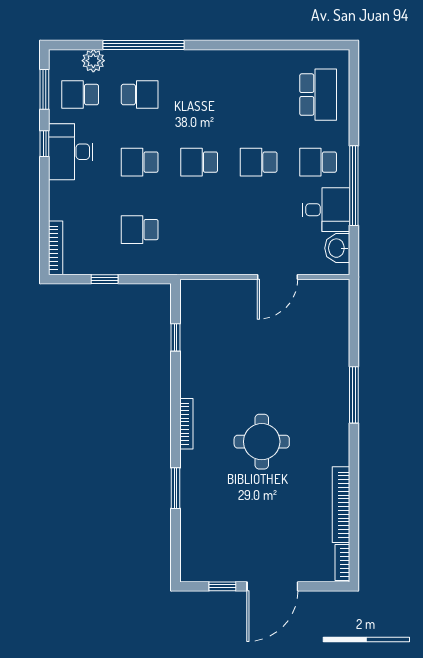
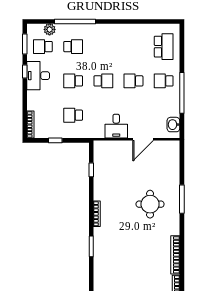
school desk: (199, 162) -> (103, 81), turned 180
desk: (326, 210) -> (116, 126), moved, turned 90
round table: (262, 442) -> (150, 204), moved

